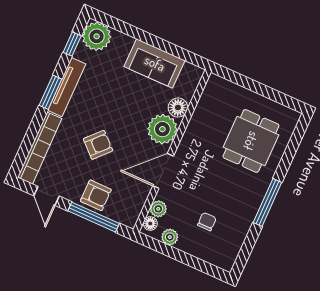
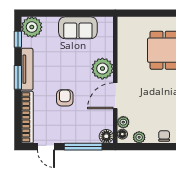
floor lamp: (178, 108) -> (106, 136), moved
armchair: (98, 145) -> (65, 98), turned -43
armchair: (96, 195) -> (78, 132), removed
chair: (207, 222) -> (164, 136), moved

